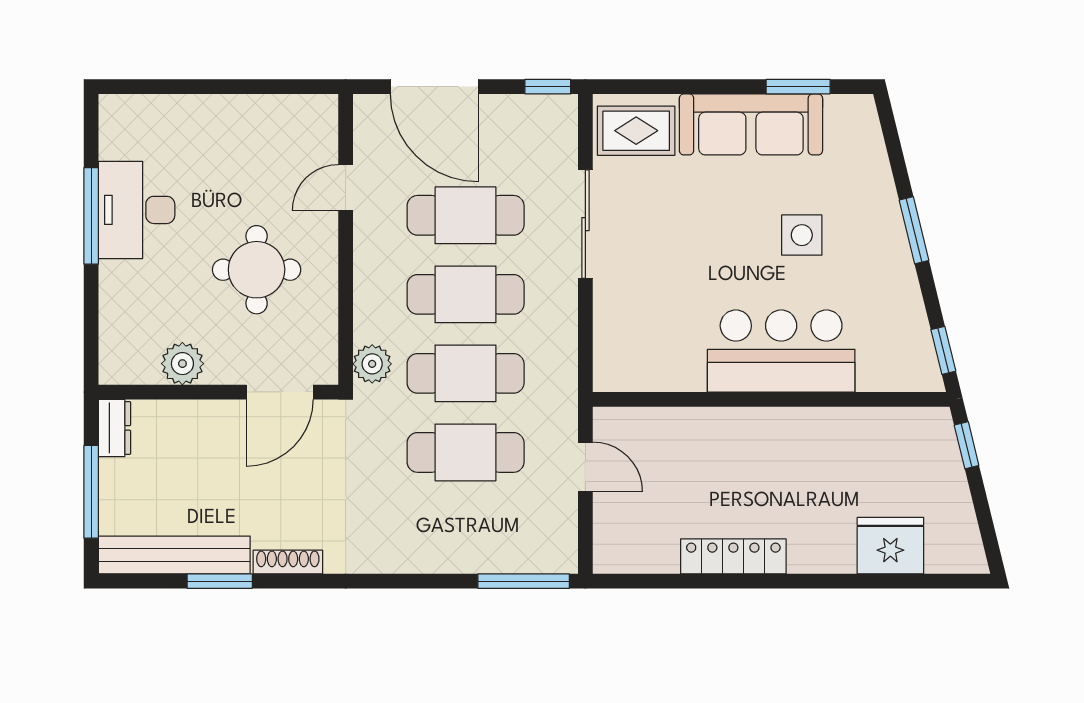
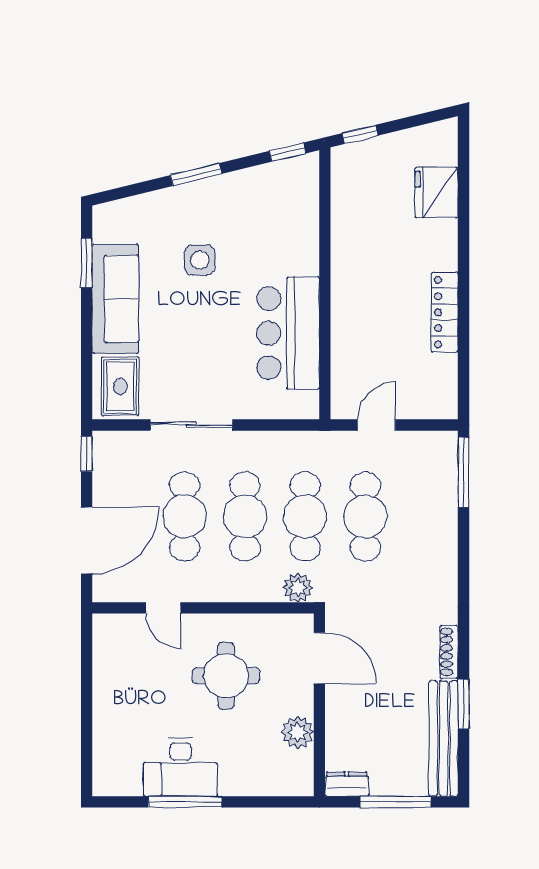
bar counter: (781, 351) -> (288, 333), moved

